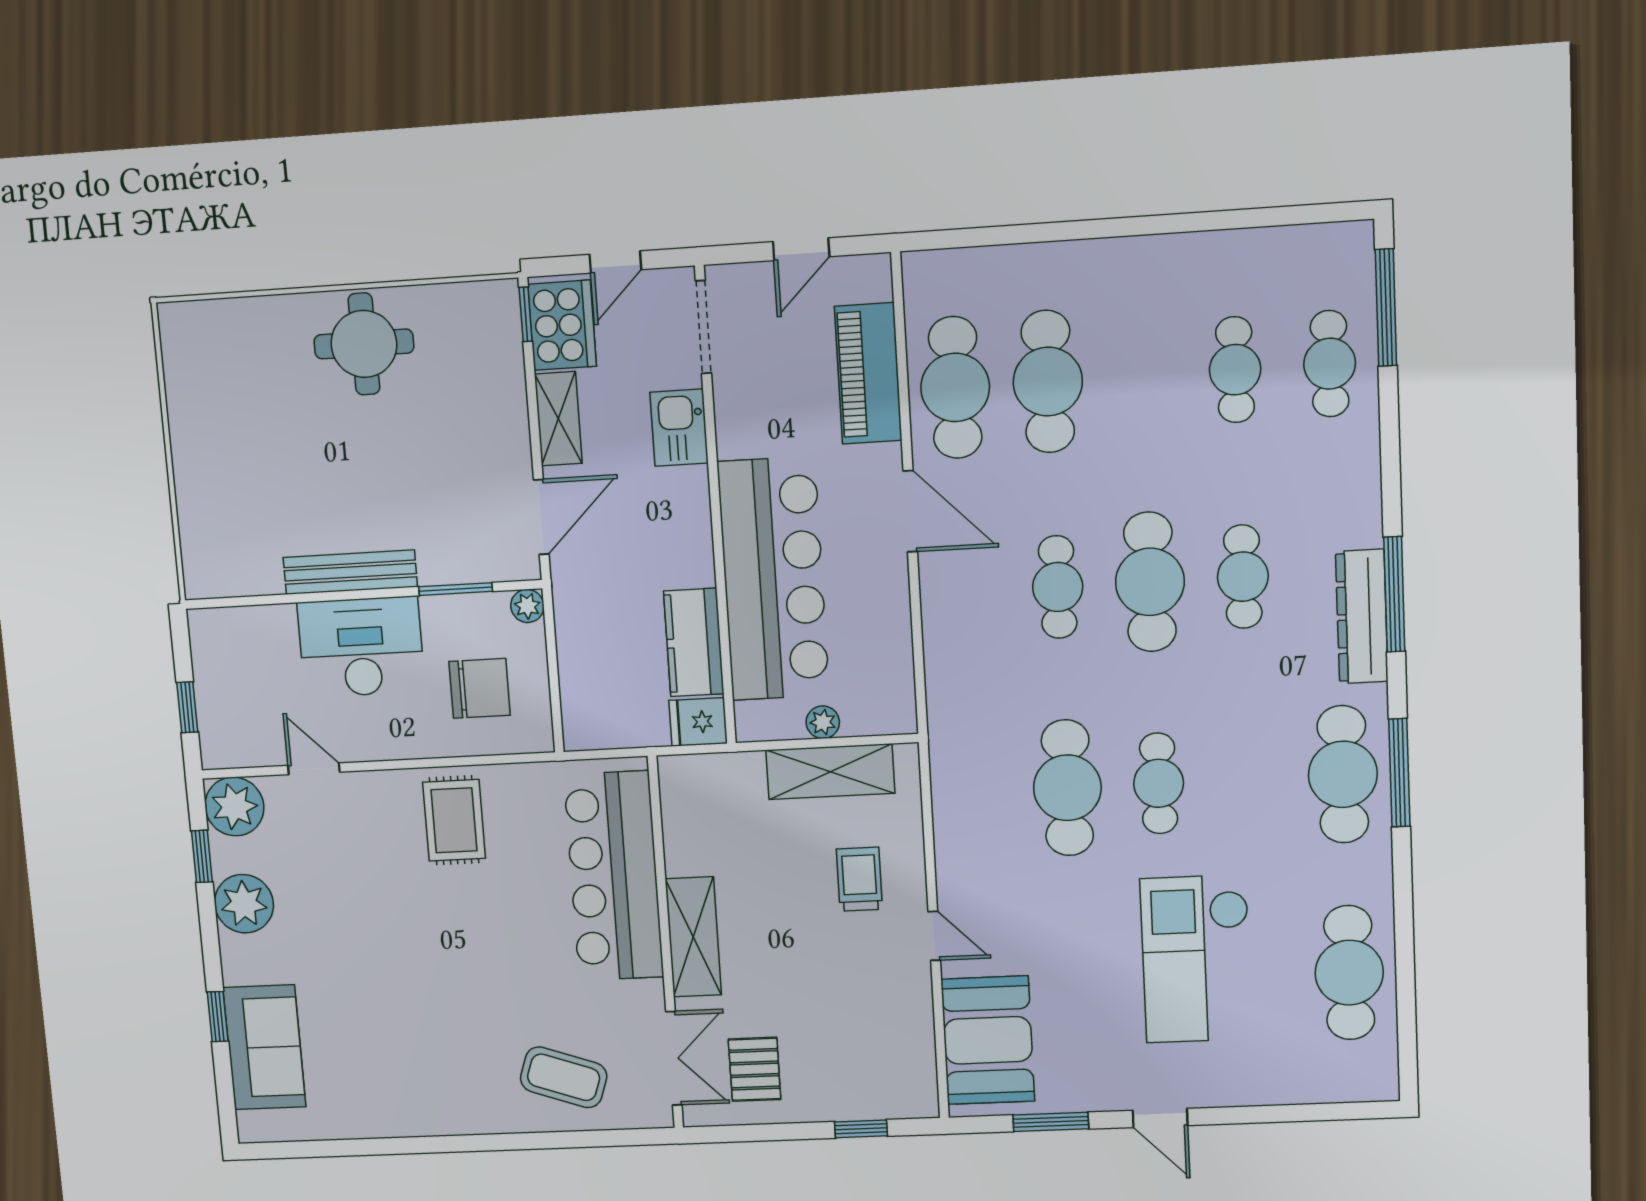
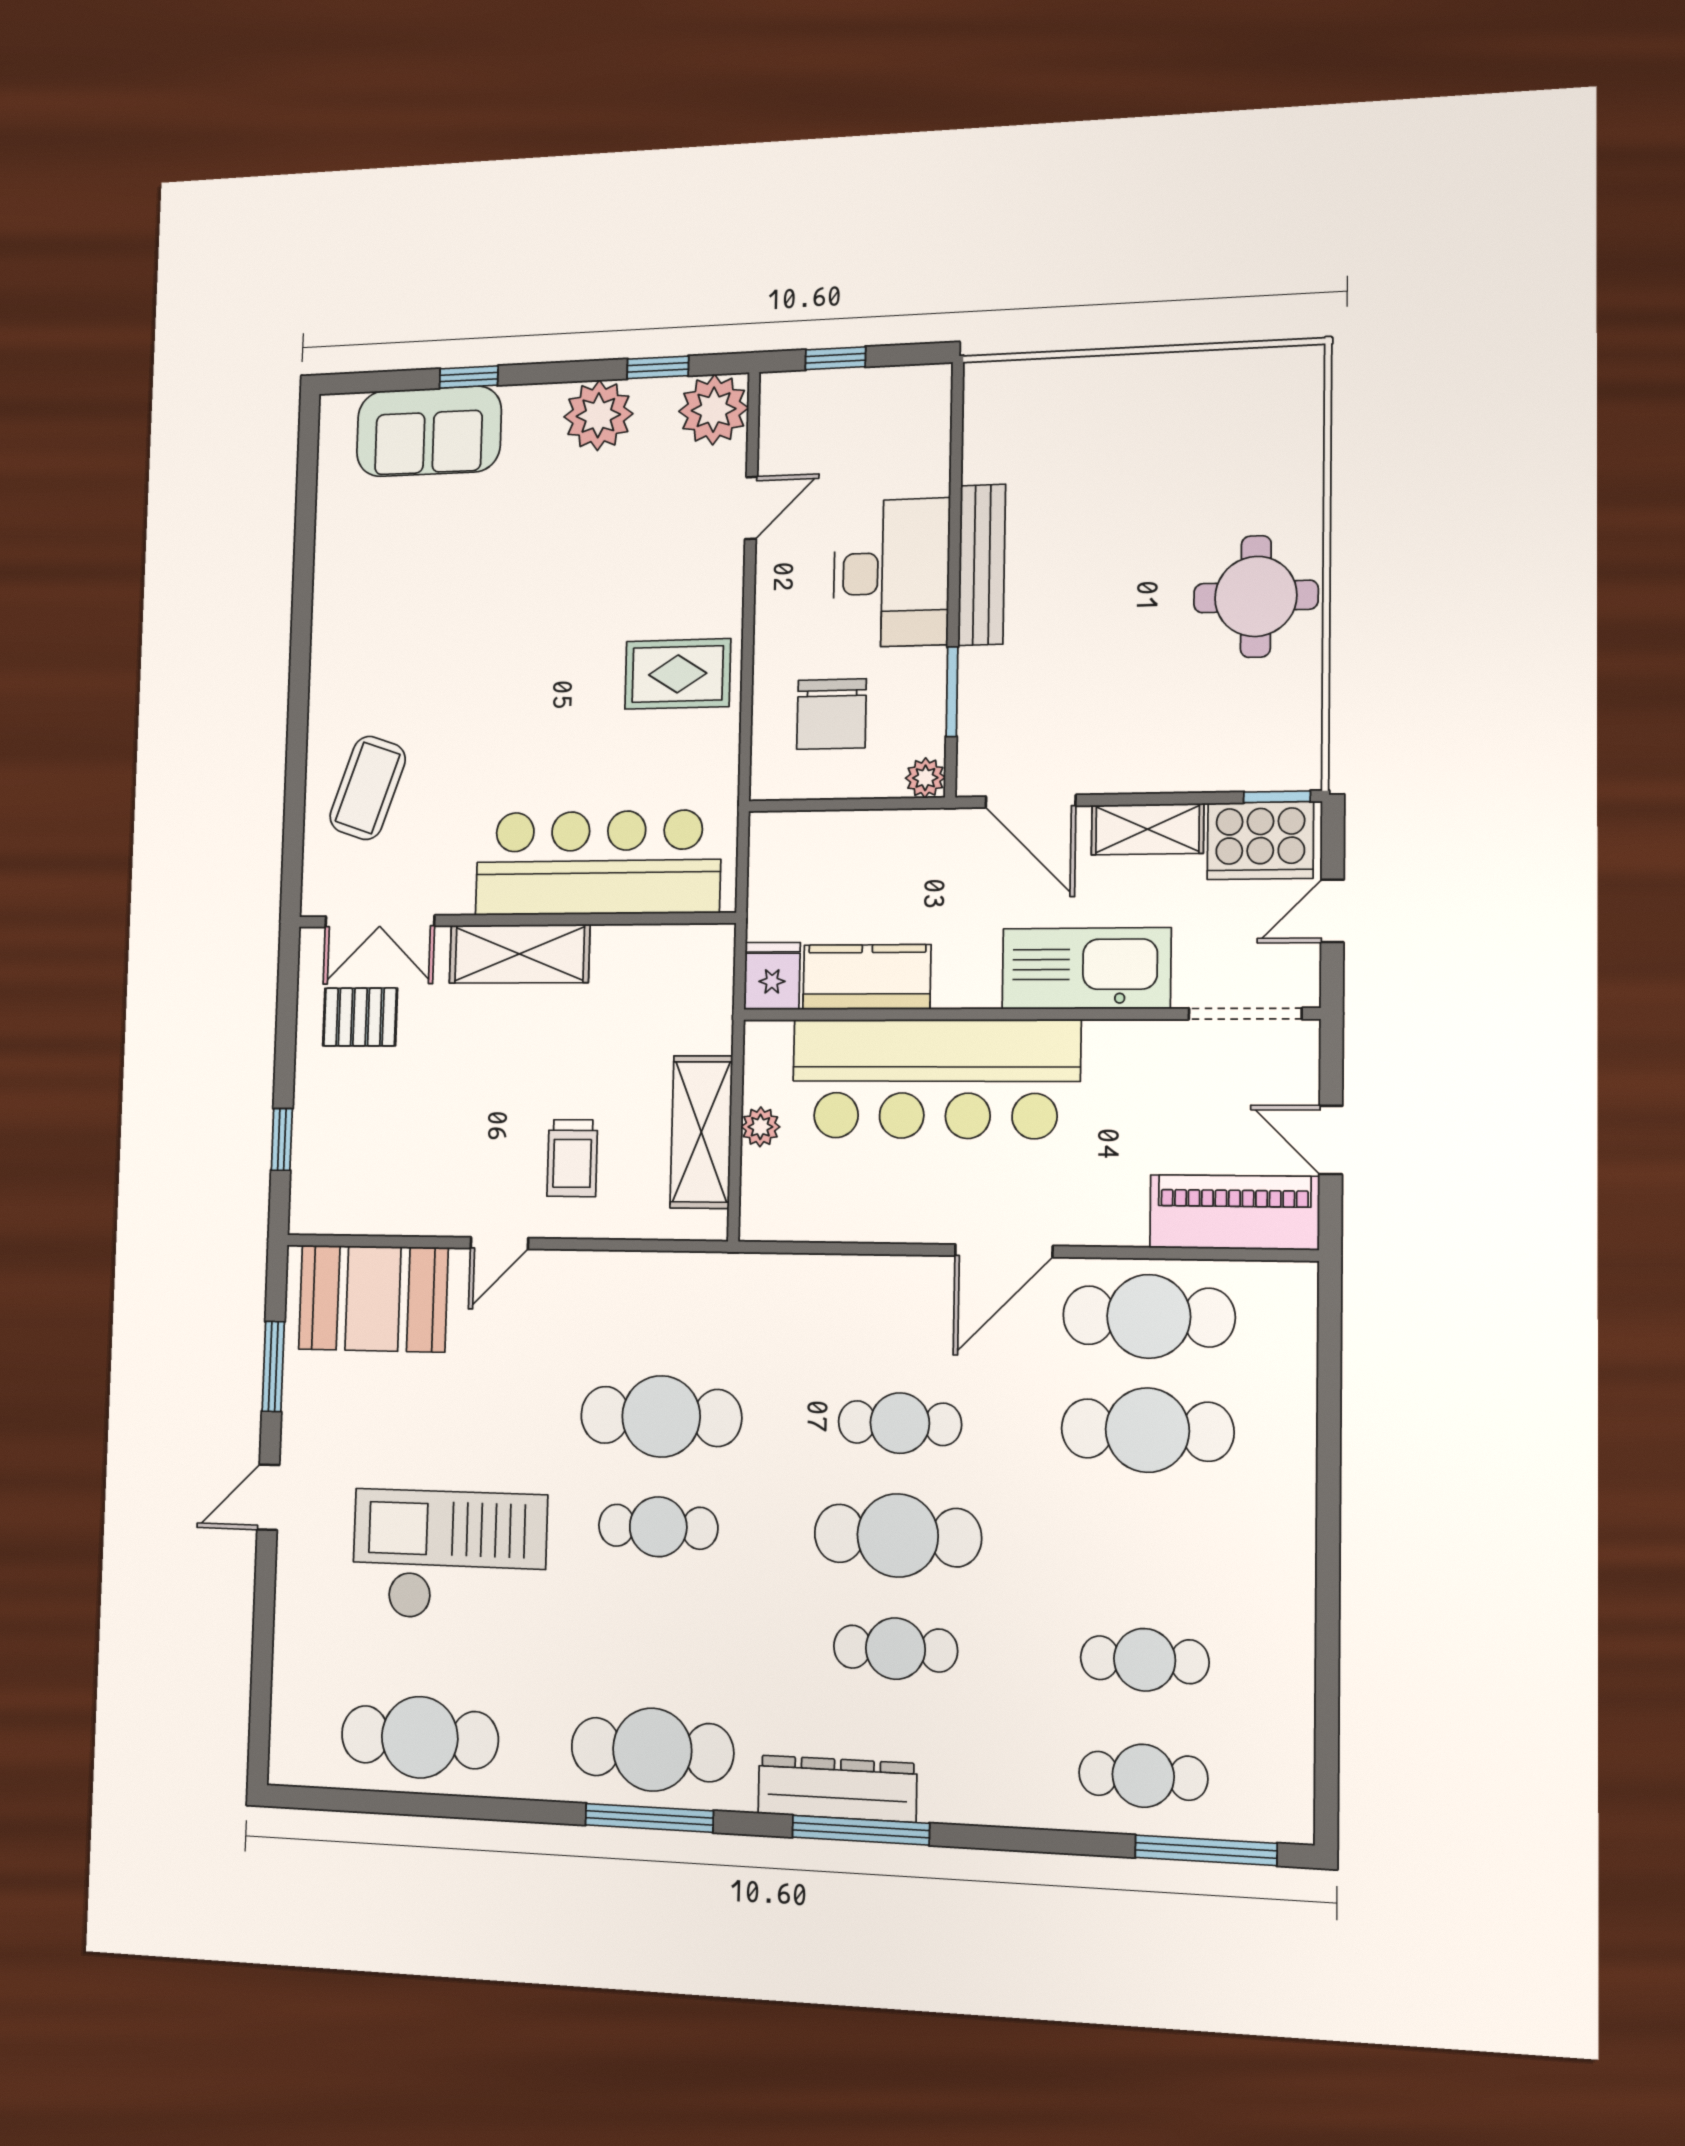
door: (615, 262) -> (1332, 911), hinge flipped
piano: (868, 373) -> (1234, 1212), moved
kitchen sink: (679, 428) -> (1086, 968), width x1.88, depth x1.24
trolley: (859, 879) -> (572, 1158), turned 90

